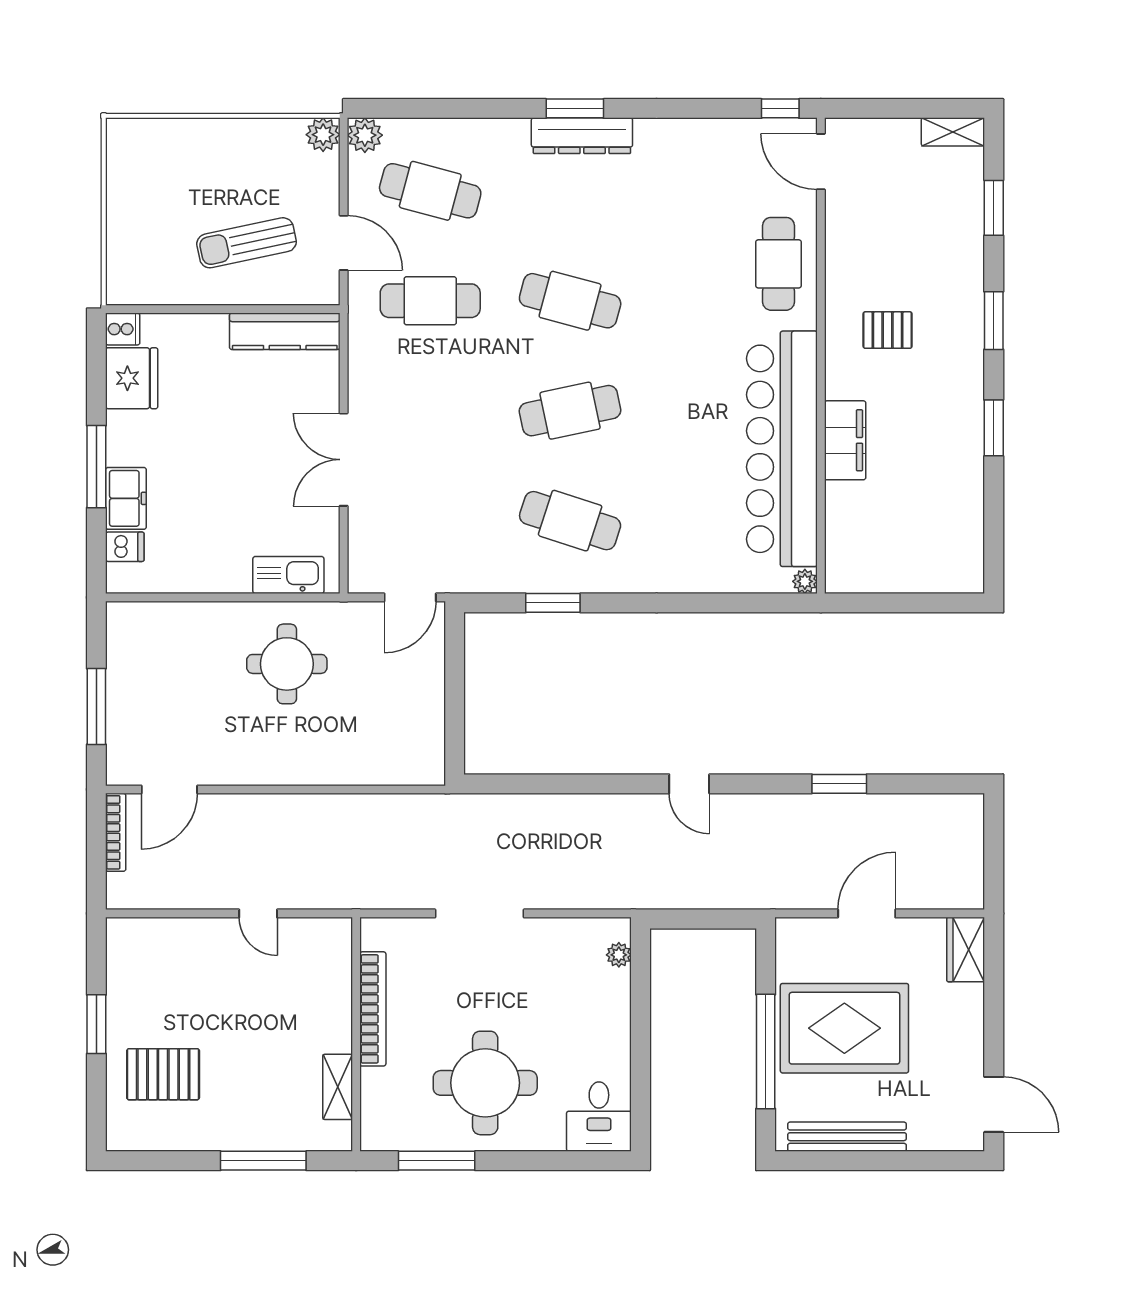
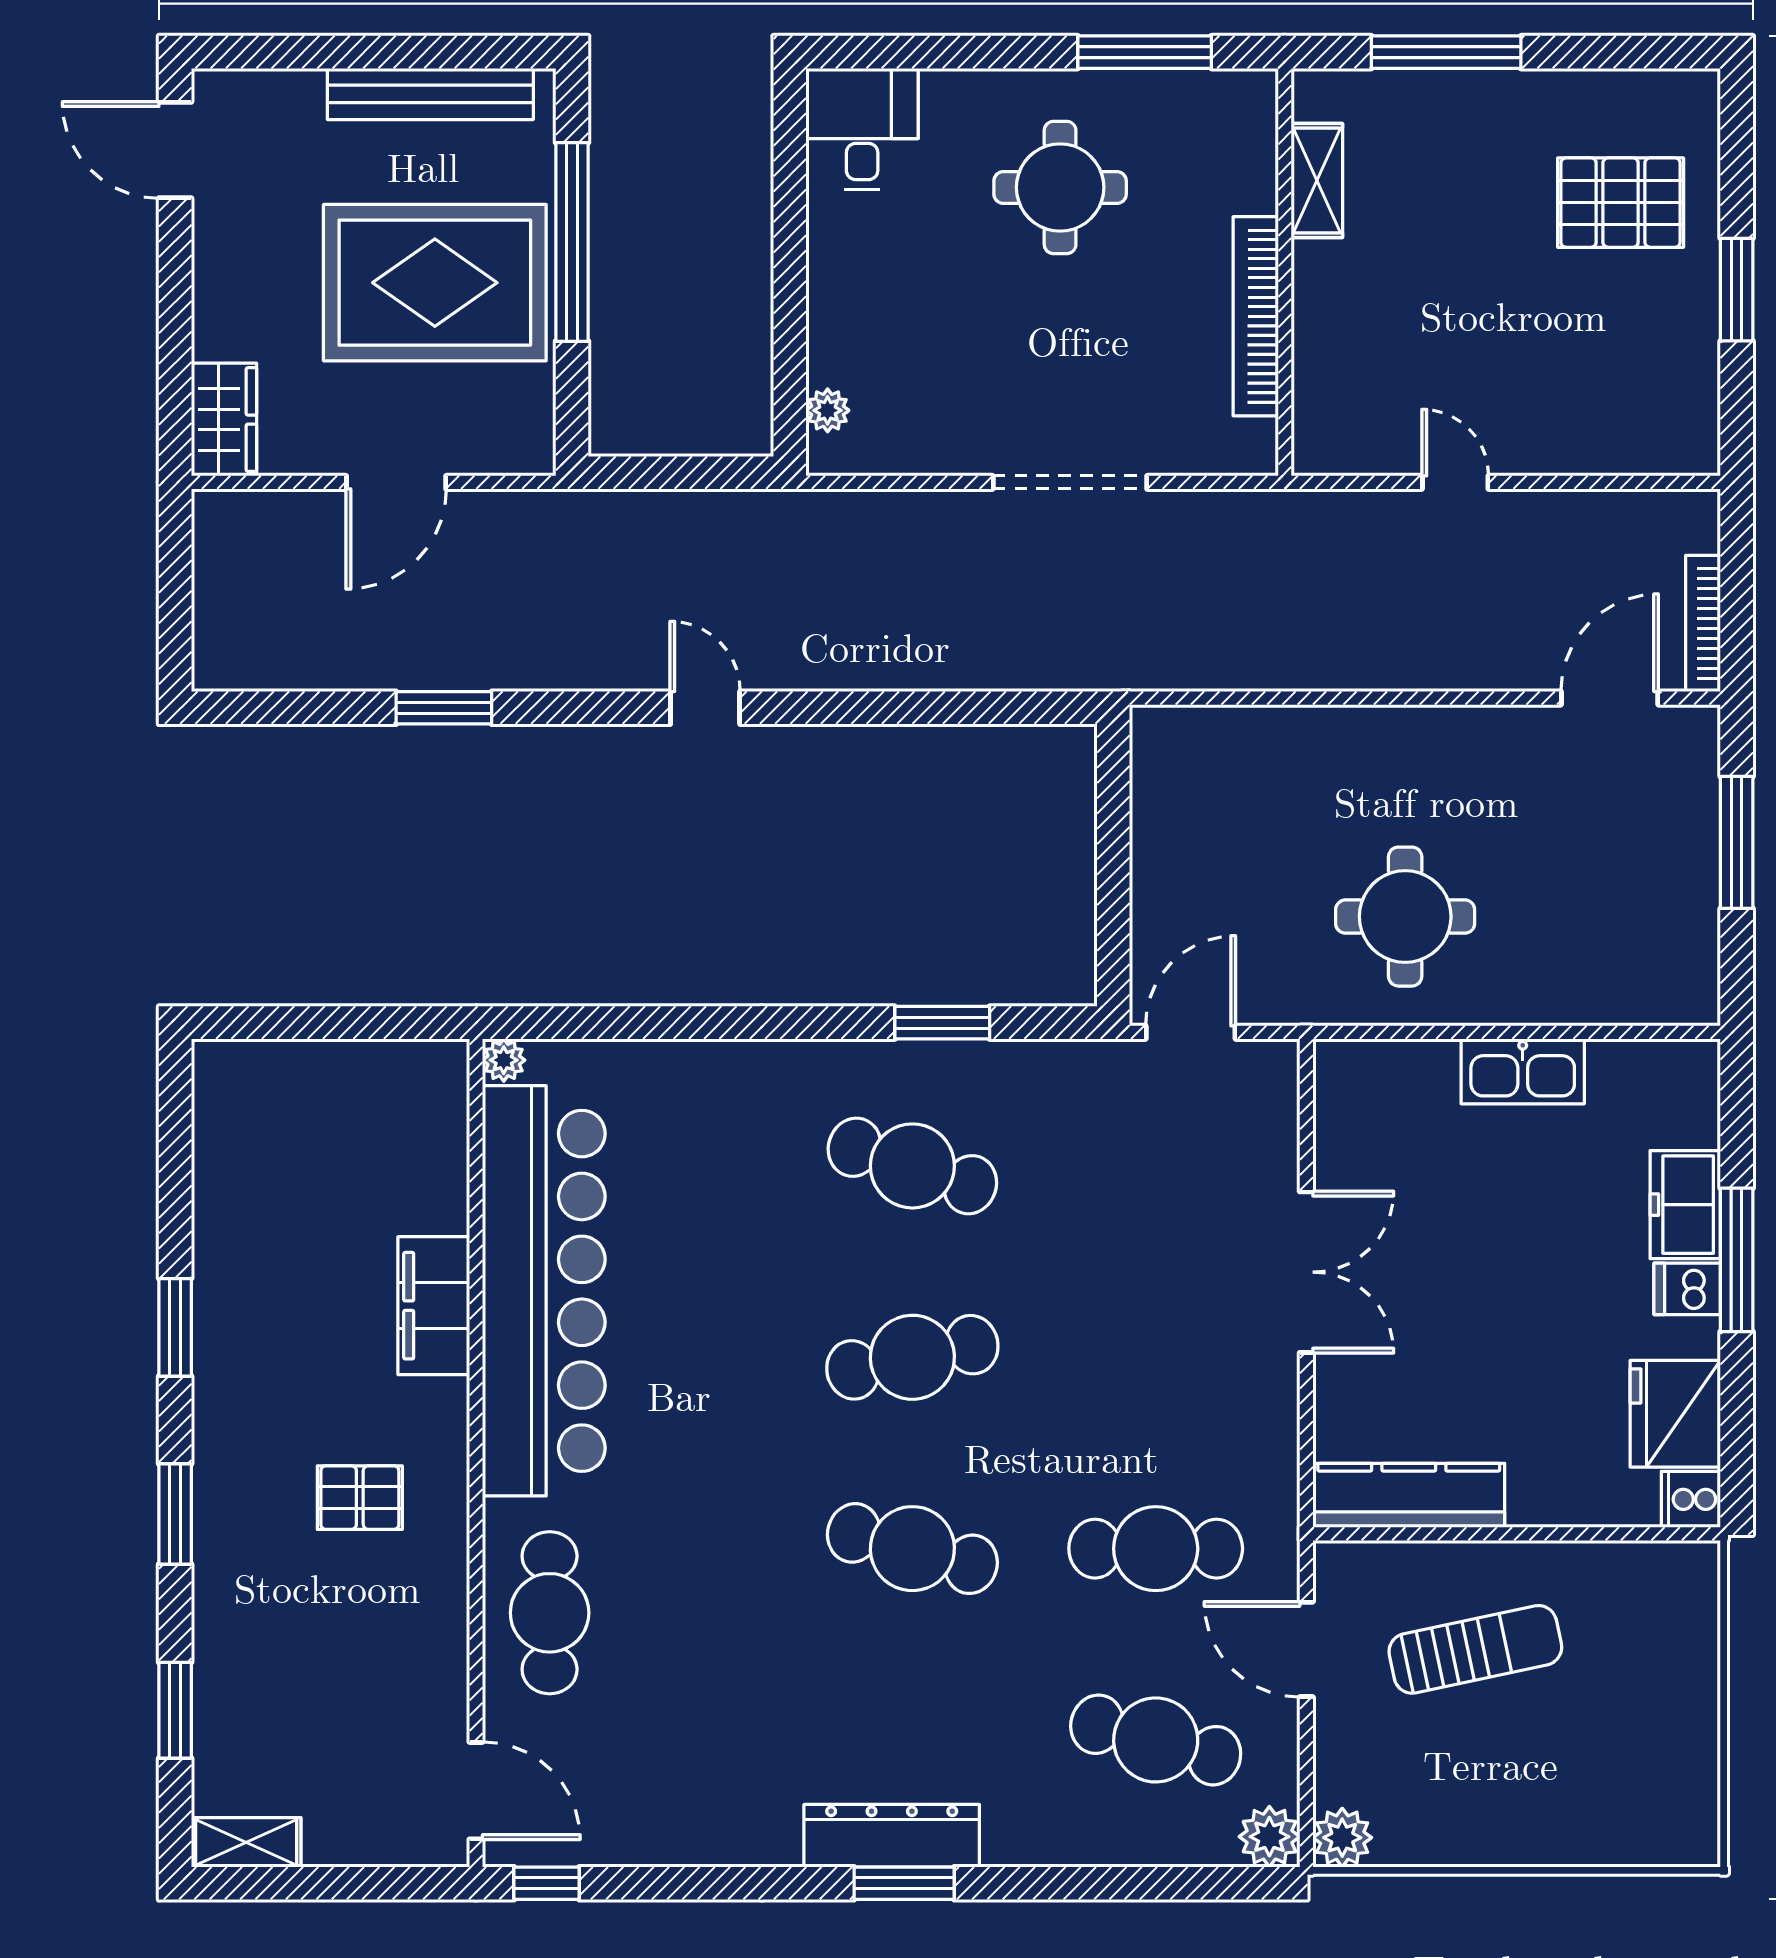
dishwasher: (125, 547) -> (1687, 1289), moved
kitchen sink: (288, 575) -> (1523, 1071), moved
round table: (485, 1083) -> (1060, 187), width x0.73, depth x0.73

